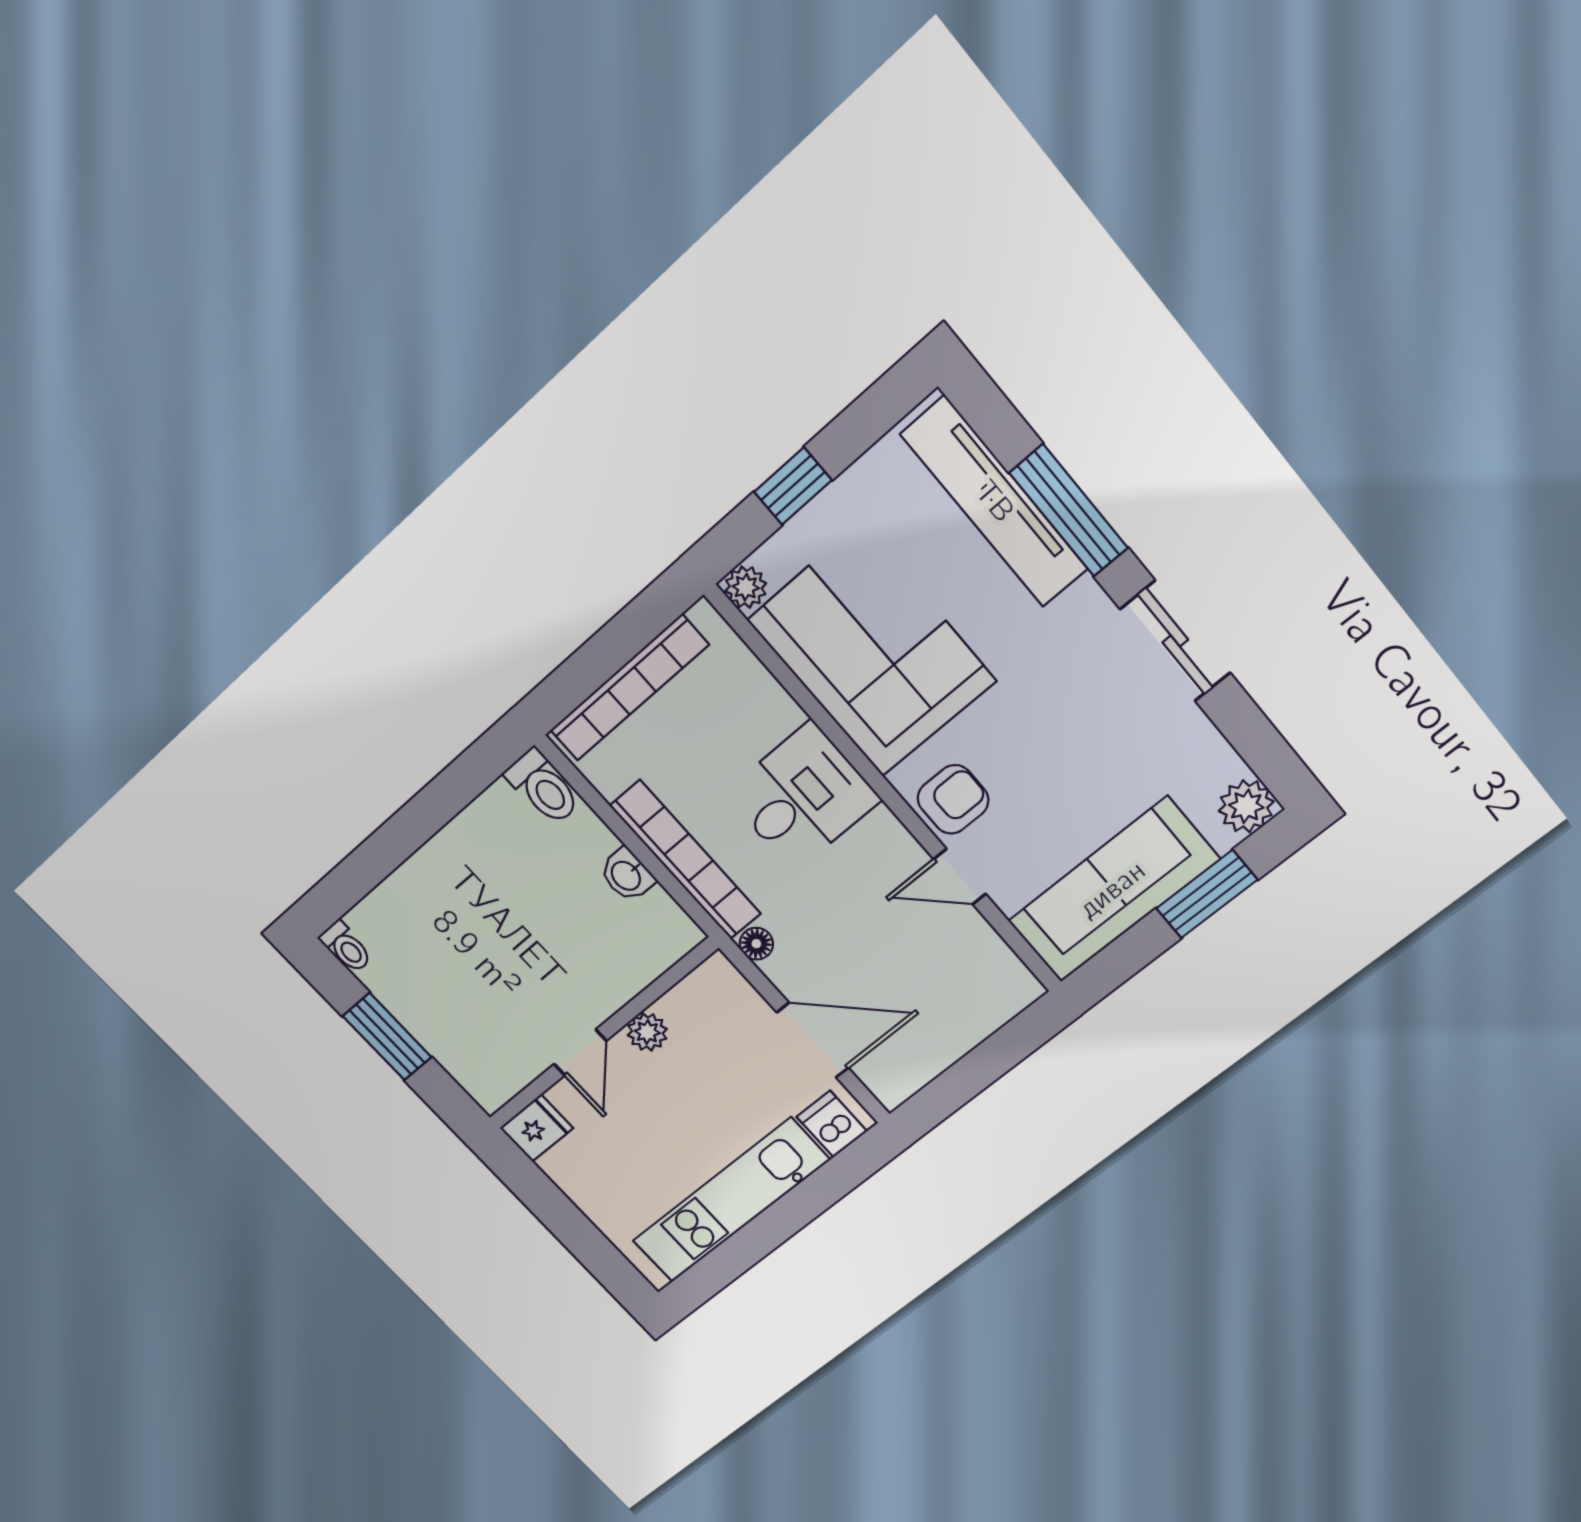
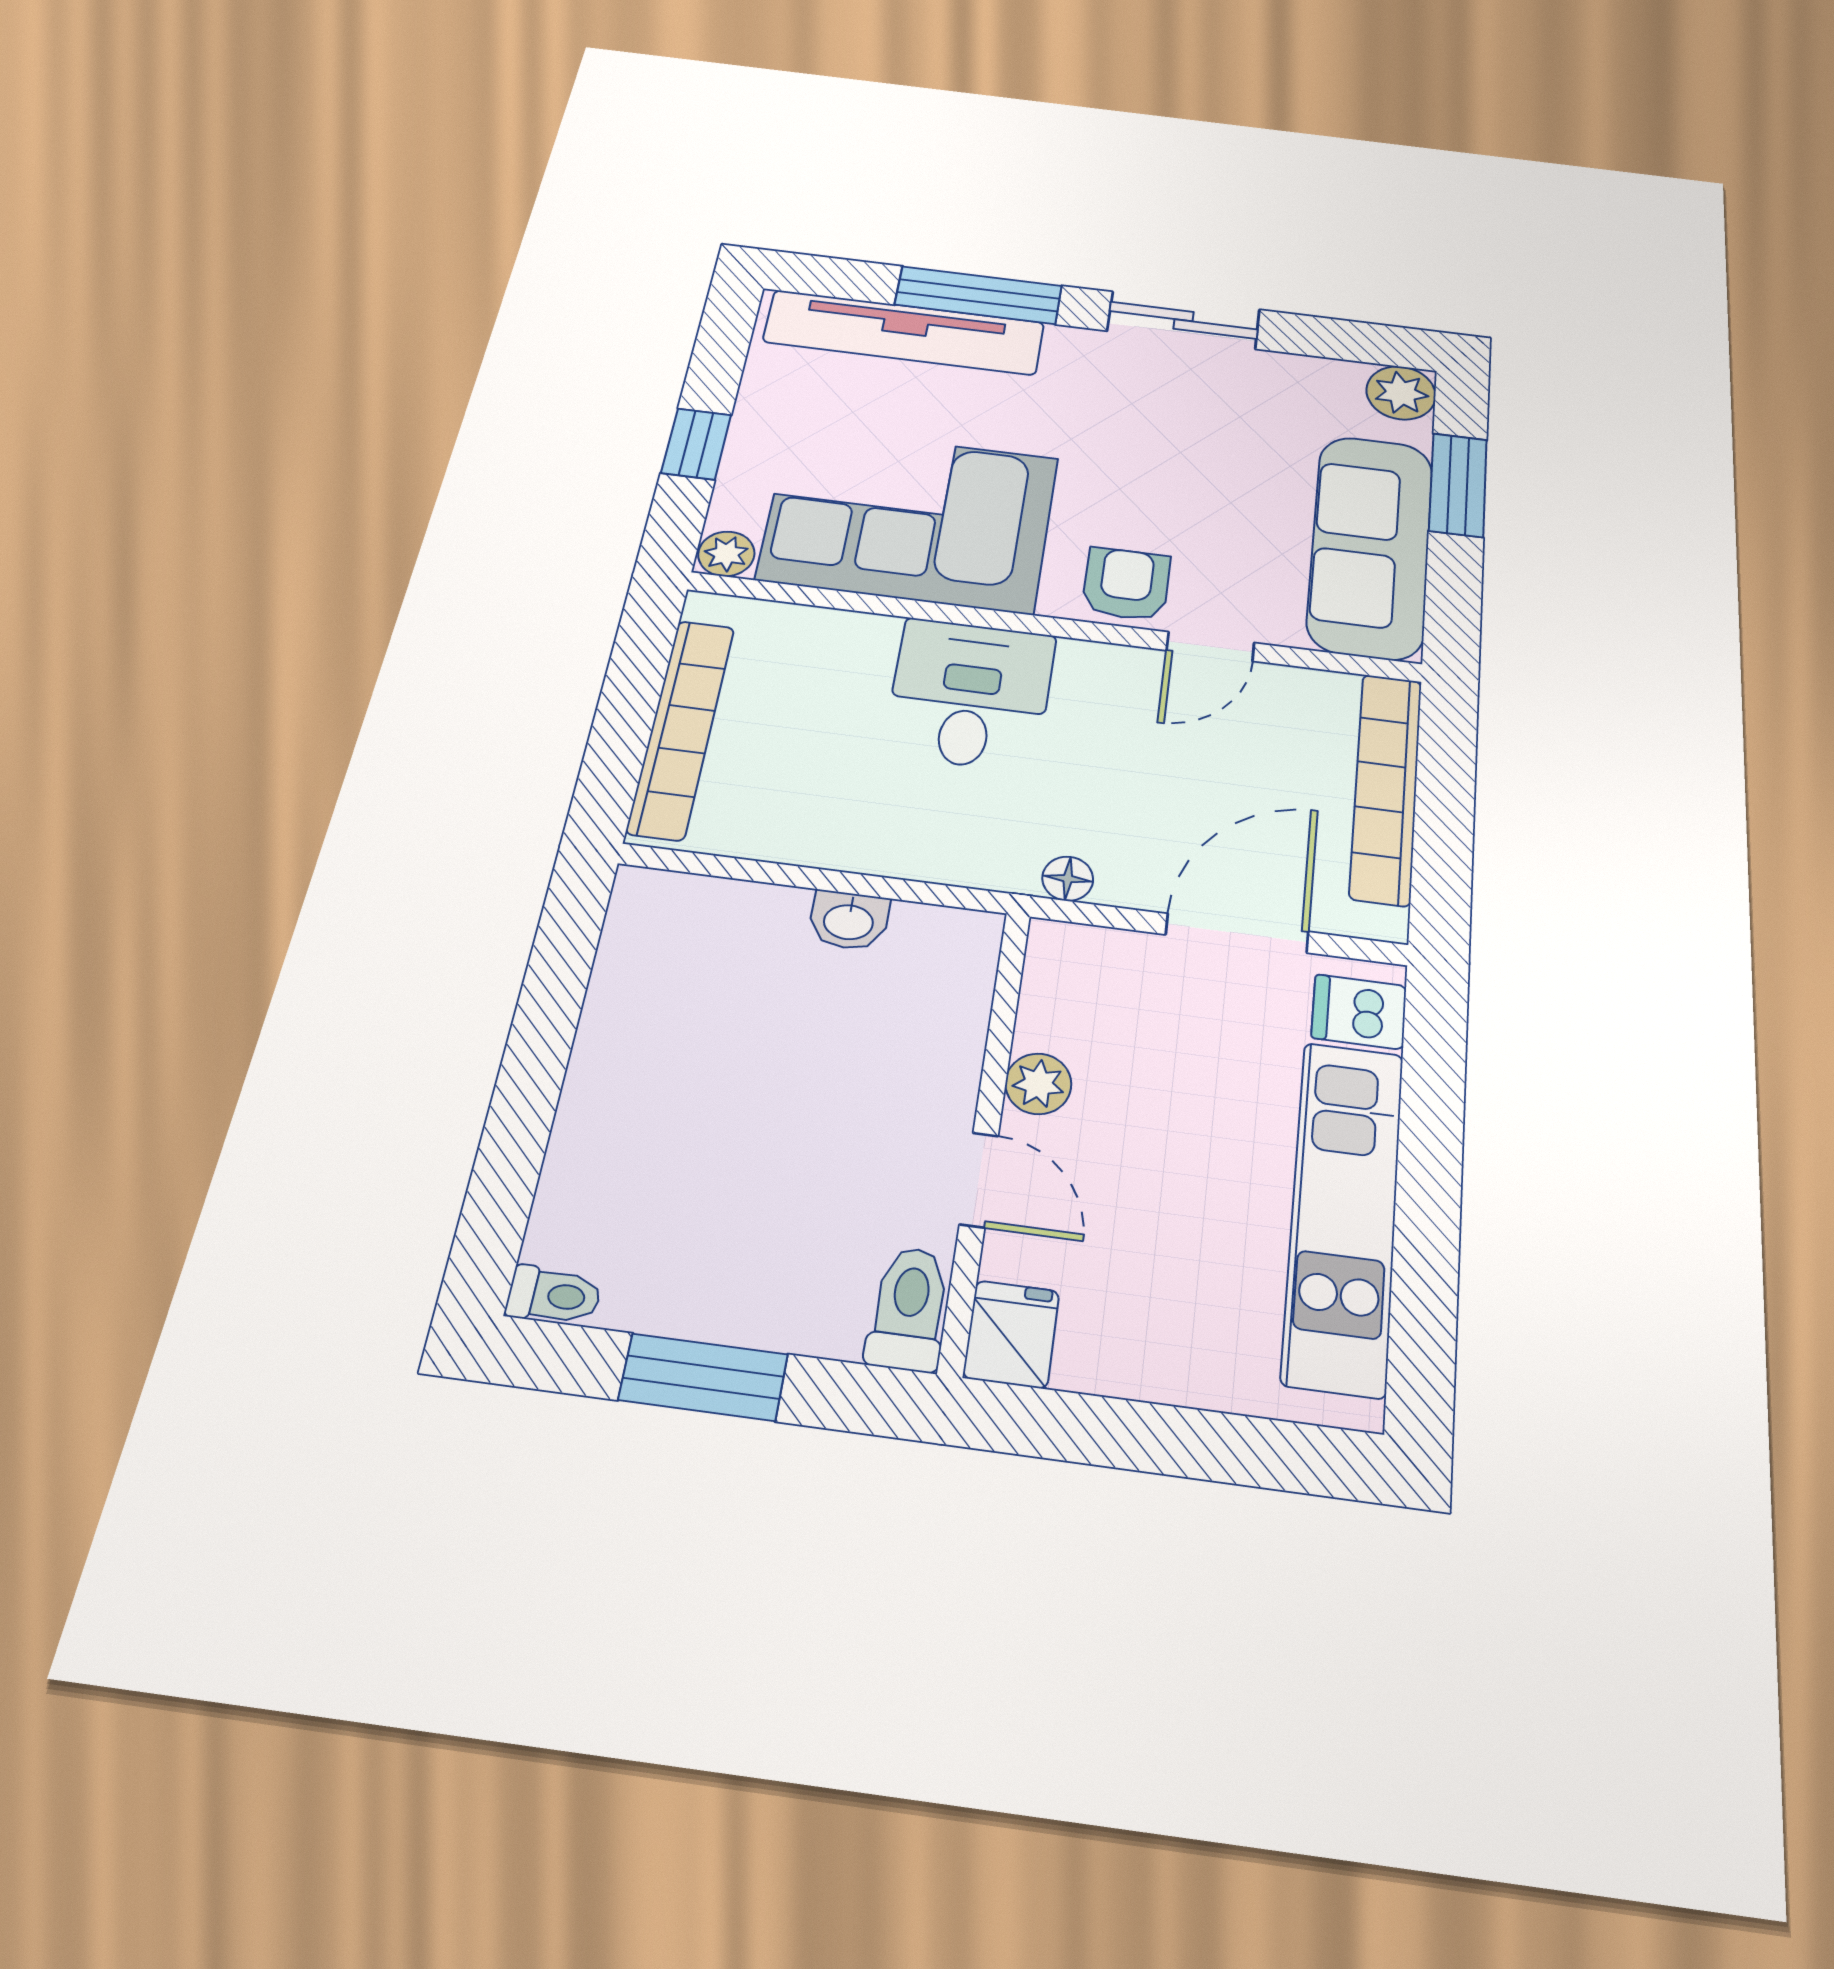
toilet: (543, 787) -> (909, 1309), moved, turned -90
bookcase: (686, 860) -> (1386, 788), moved, turned -90

